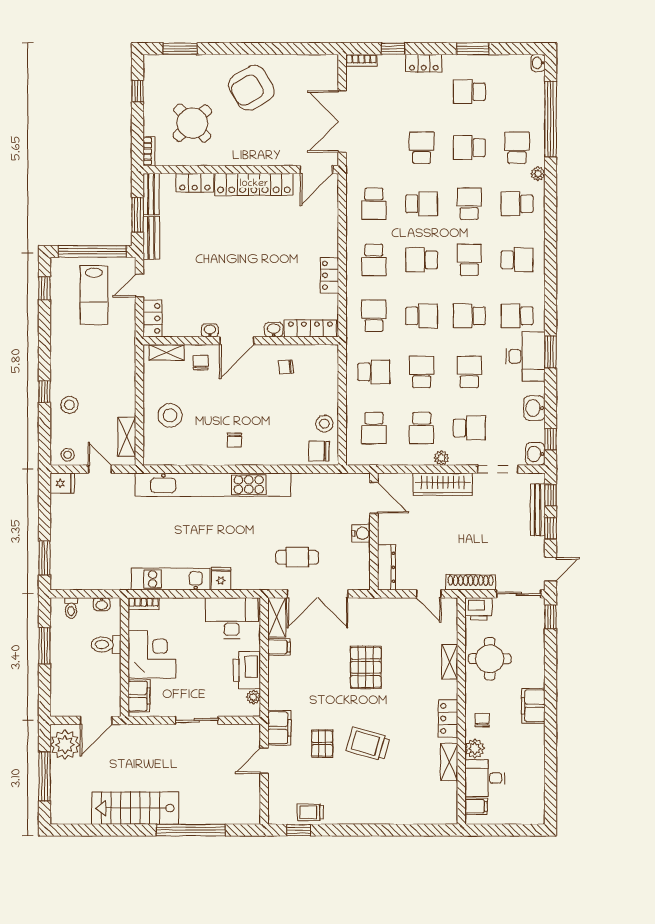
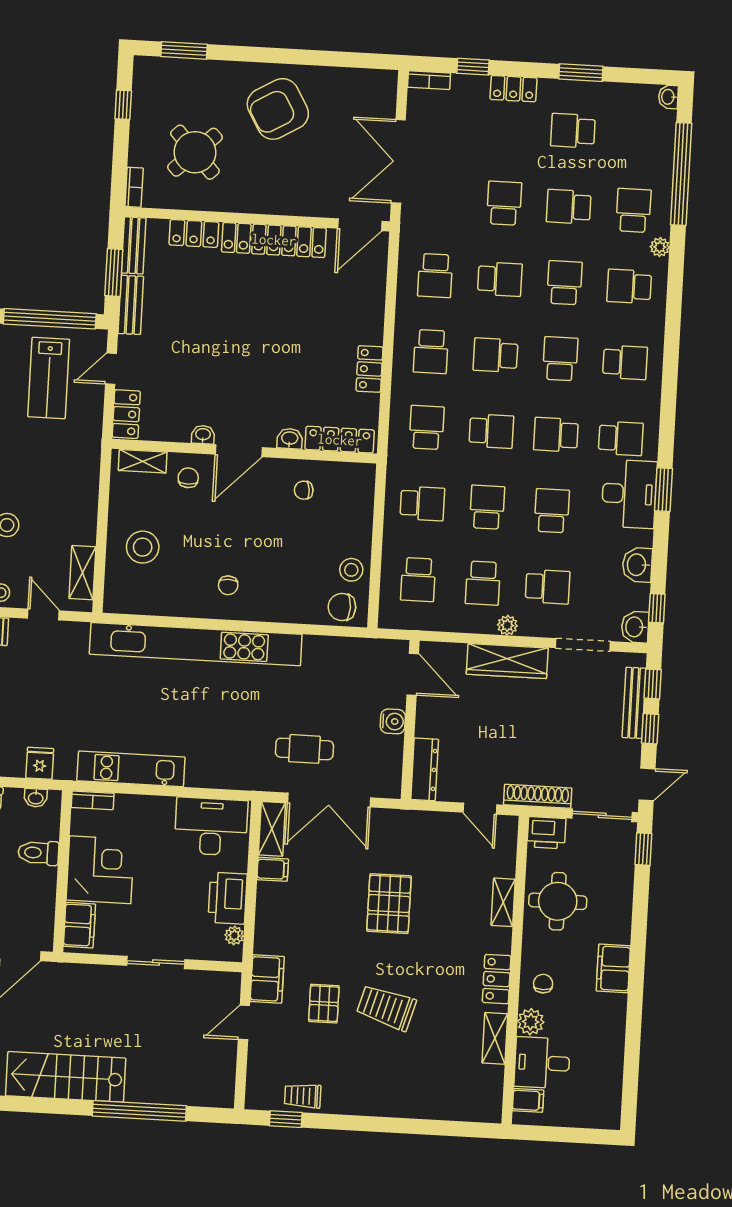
school desk: (517, 316) -> (621, 438), turned 180
fridge: (221, 579) -> (40, 763), moved

